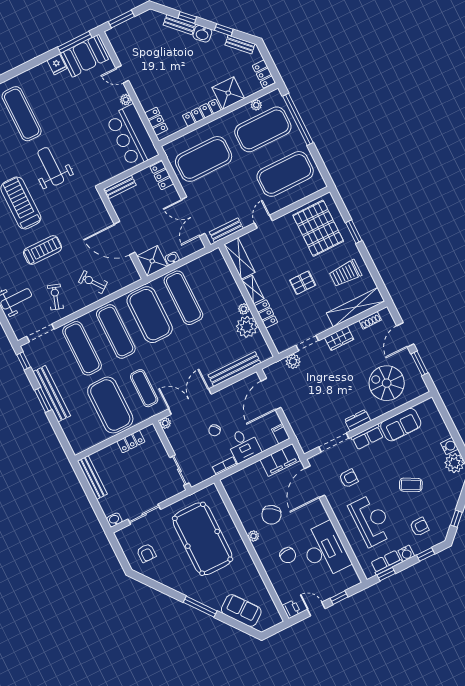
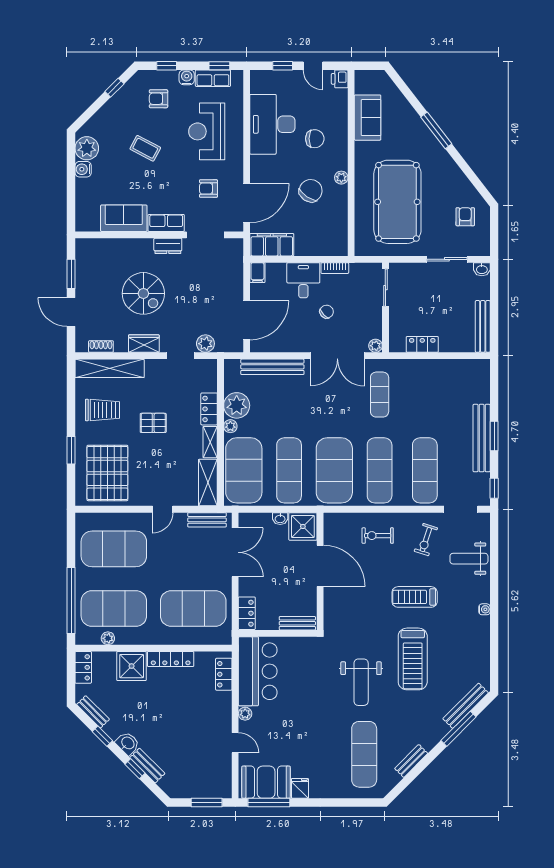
exercise bike: (93, 282) -> (378, 536), turned 127
door: (405, 335) -> (71, 312), swing flipped
spiral stairs: (387, 383) -> (143, 293), moved
exercise mat: (110, 405) -> (244, 470), moved
chair: (288, 555) -> (315, 139), turned 96
sofa: (241, 611) -> (368, 118), moved, turned -142

